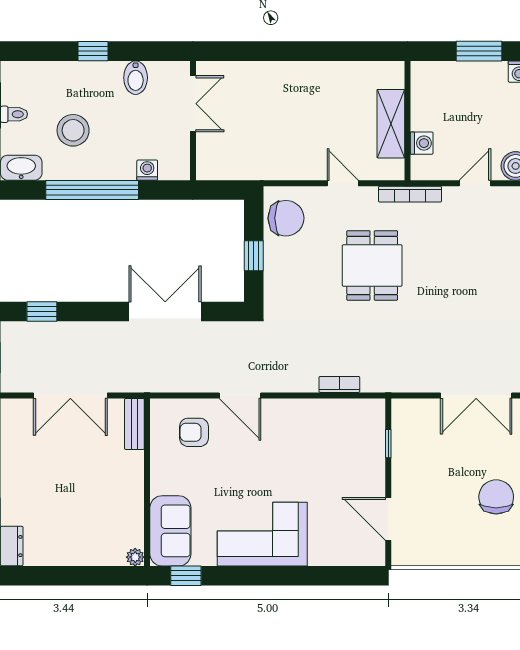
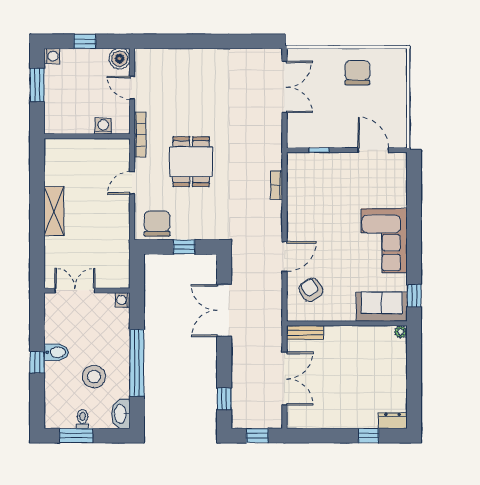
bidet: (136, 78) -> (56, 352), moved
shelving: (391, 124) -> (54, 211), moved, turned 90
washing machine: (147, 170) -> (123, 300), moved
dining table: (372, 265) -> (191, 162), turned 90
armchair: (194, 432) -> (311, 290), turned 147
chair: (496, 497) -> (357, 73), turned 90
door: (388, 519) -> (373, 150), swing flipped

